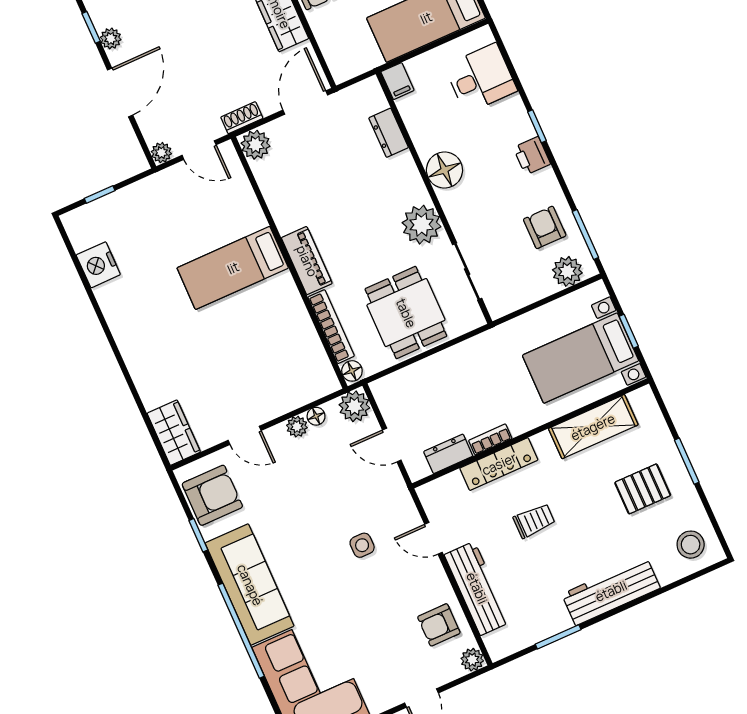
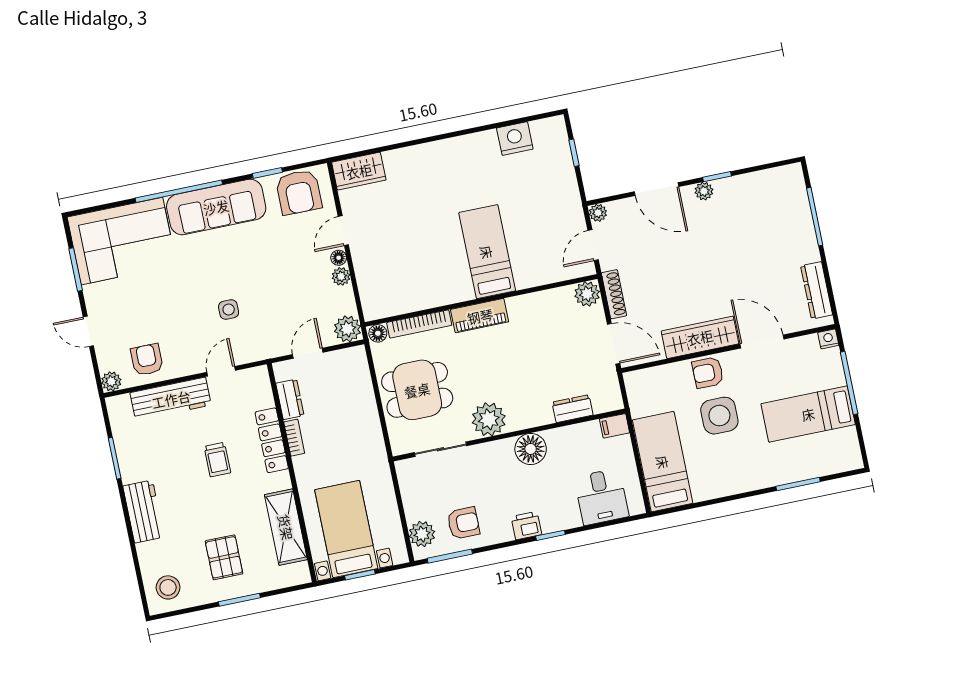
shoe rack: (242, 118) -> (614, 294), width x1.43
floor lamp: (316, 416) -> (339, 258), moved
workbench: (611, 591) -> (144, 511), width x0.73

